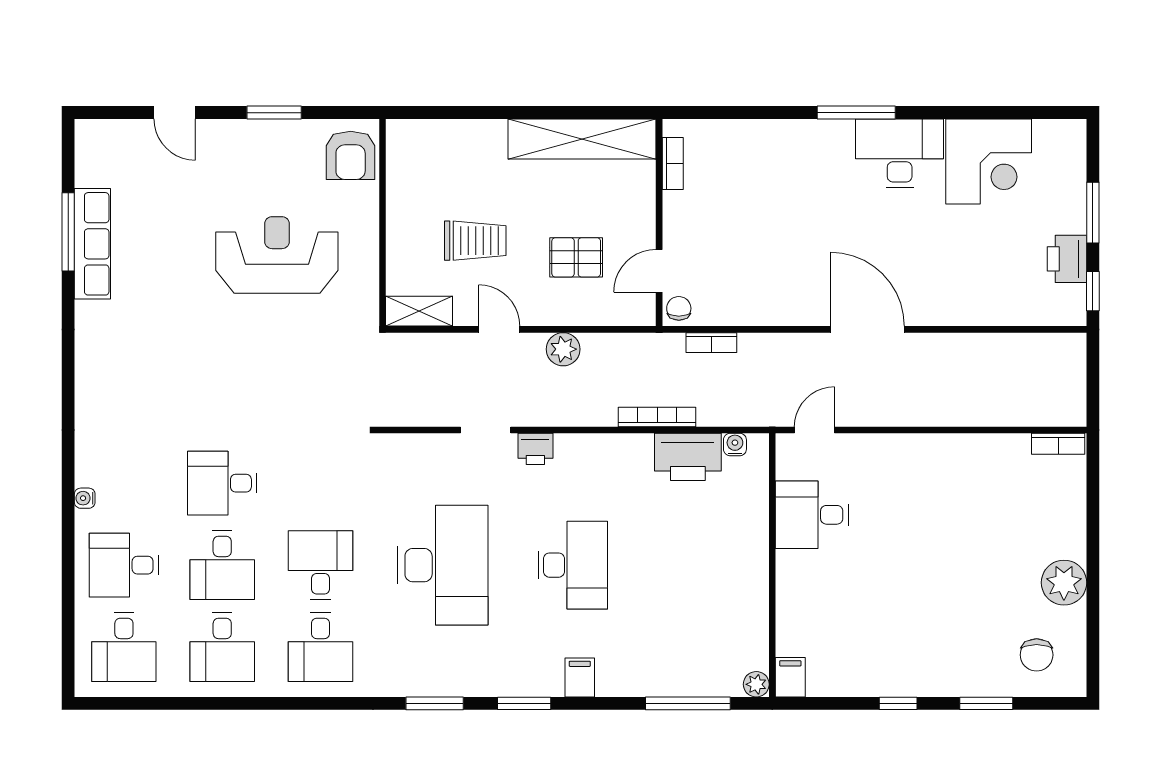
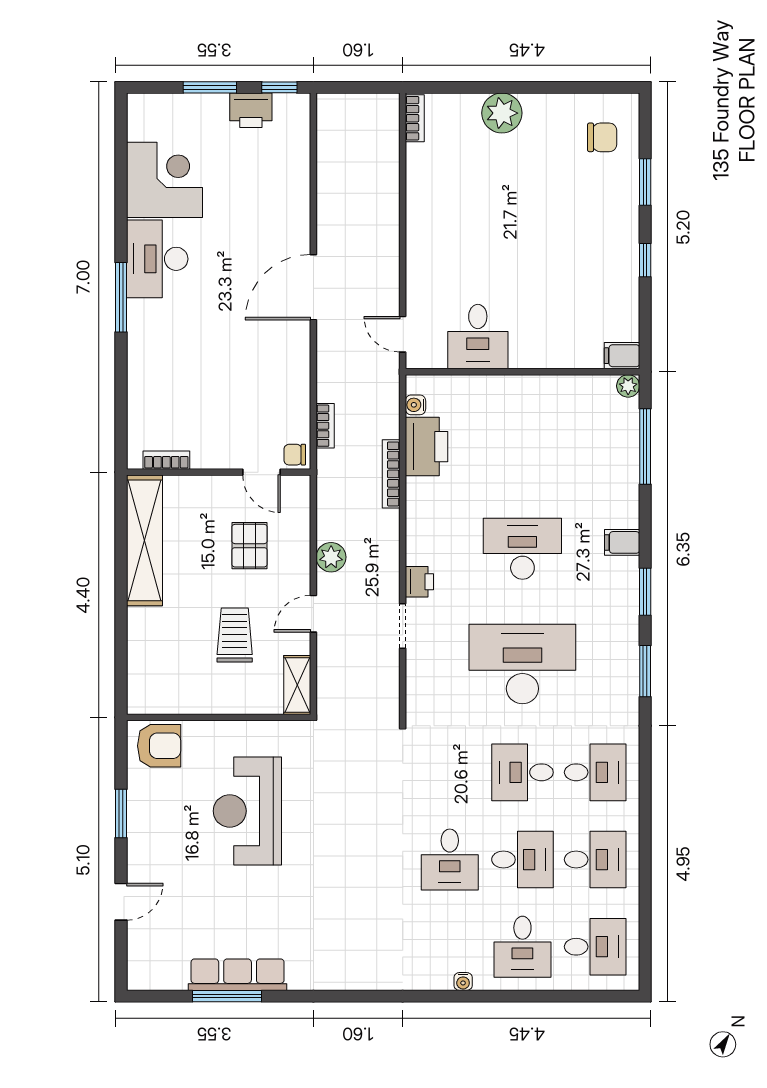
plant: (1064, 583) -> (502, 113), moved

